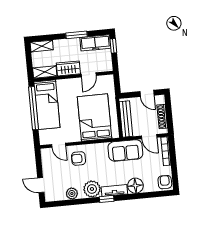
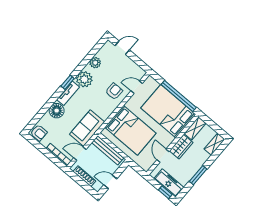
freezer: (95, 43) -> (169, 183), moved, turned 90
bed: (47, 105) -> (168, 111), width x1.50

